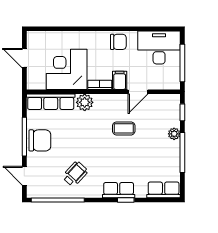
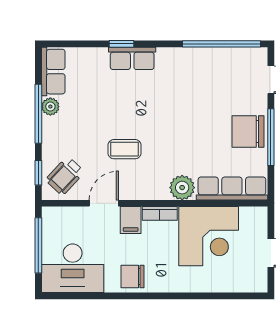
plant: (174, 134) -> (50, 107), moved
wheelchair: (75, 174) -> (65, 176), moved
row of seats: (164, 190) -> (53, 72), moved, turned -90

